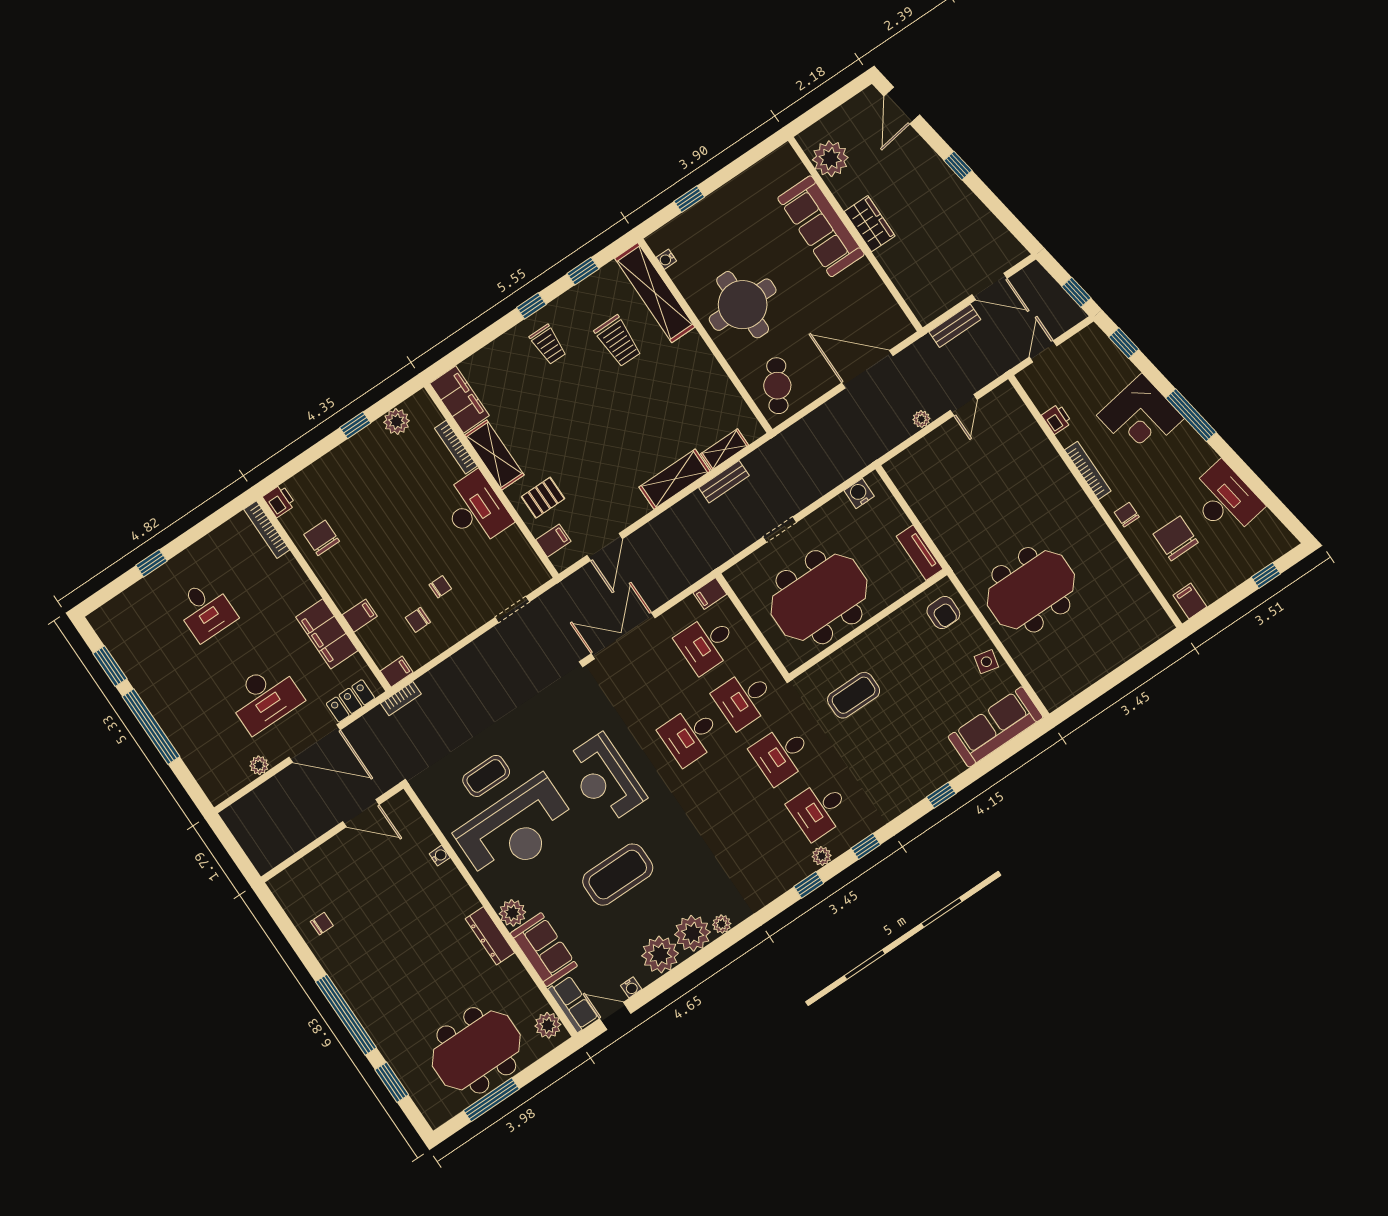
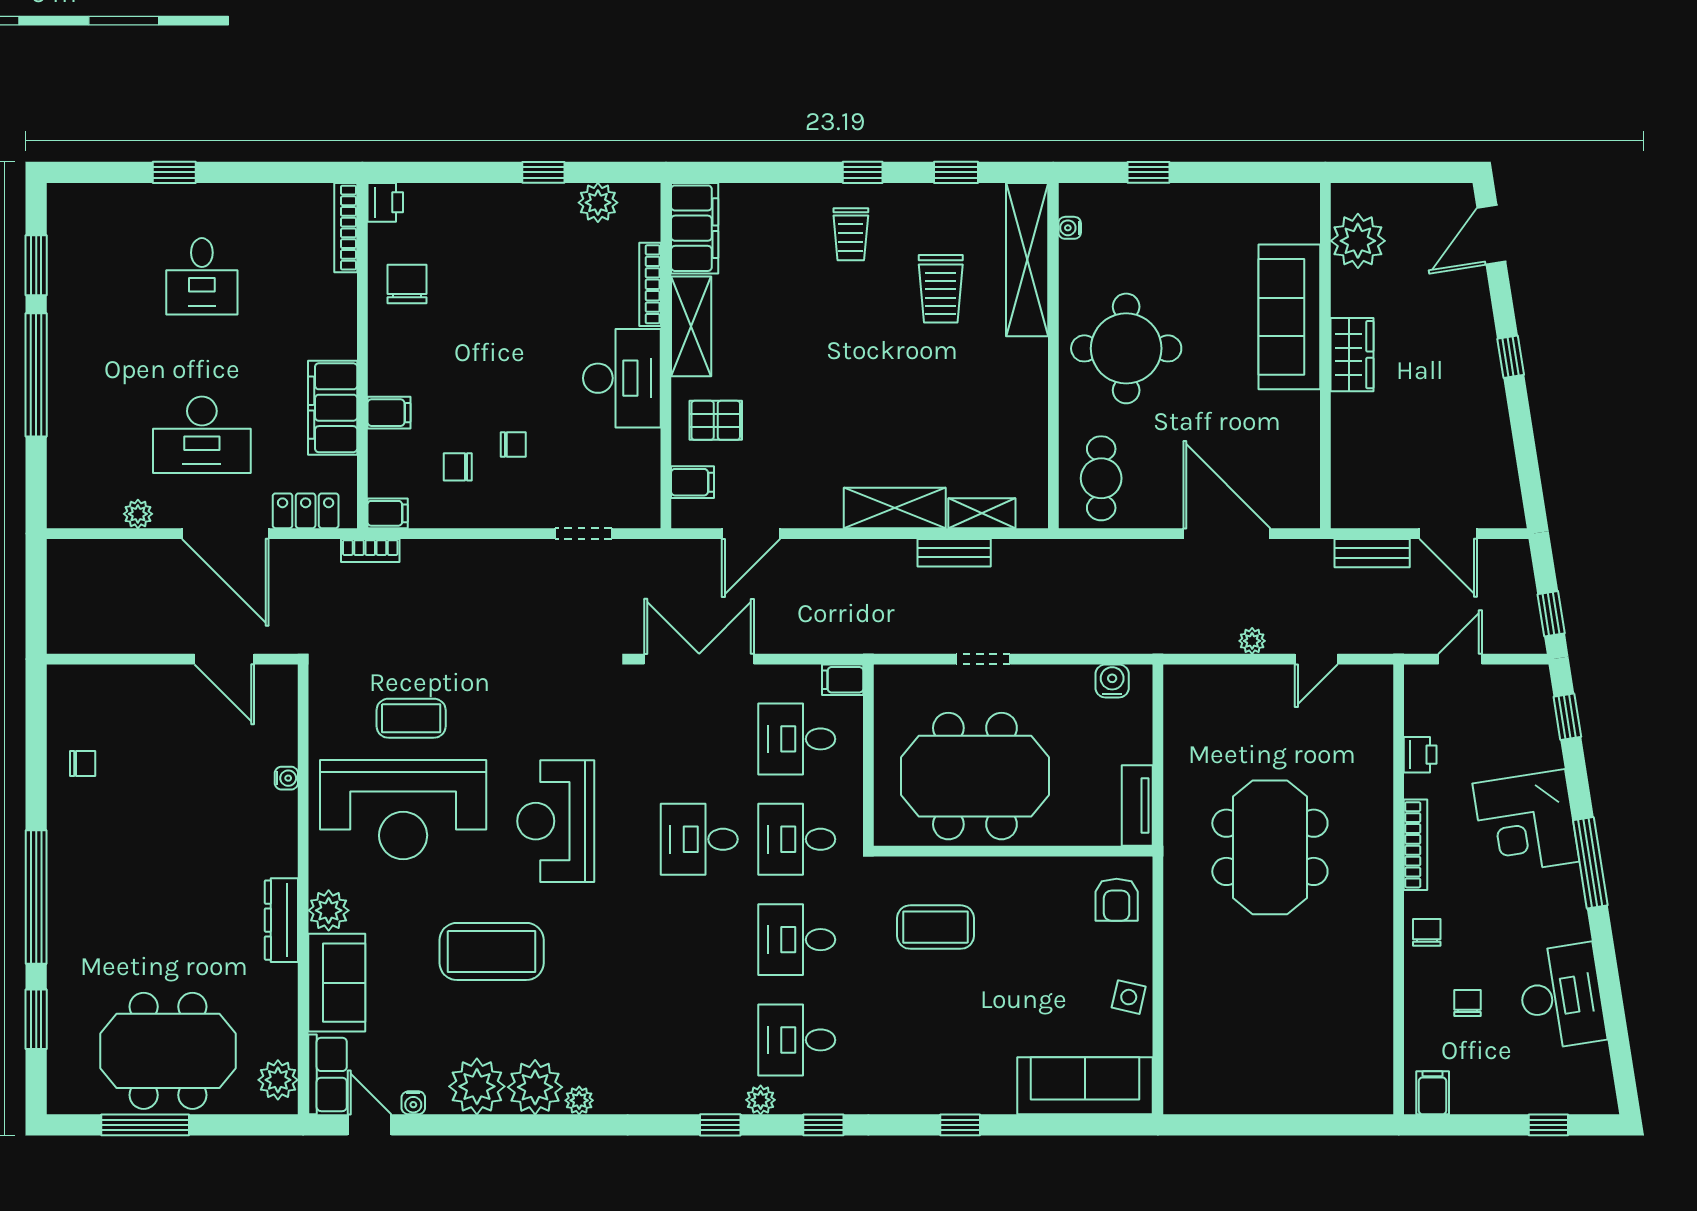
cafe table: (777, 386) -> (1101, 478), turned -31
chair: (1176, 538) -> (1468, 1003), width x0.54, depth x0.54
meeting table: (1031, 590) -> (1270, 847), moved, turned 90

